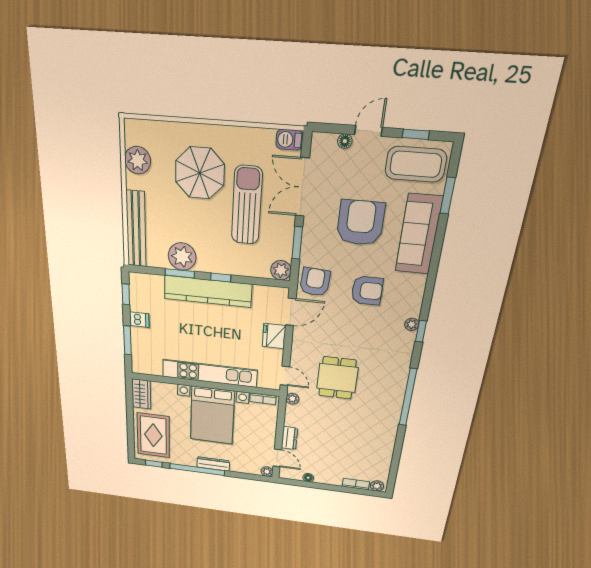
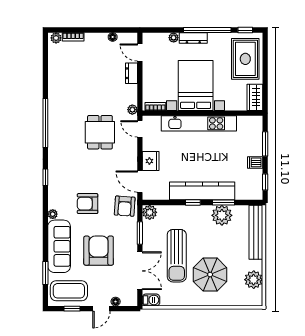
armchair: (360, 223) -> (99, 251), turned 180
door: (291, 312) -> (140, 182), hinge flipped
plant: (412, 324) -> (53, 214), moved
plant: (267, 472) -> (174, 38), moved

